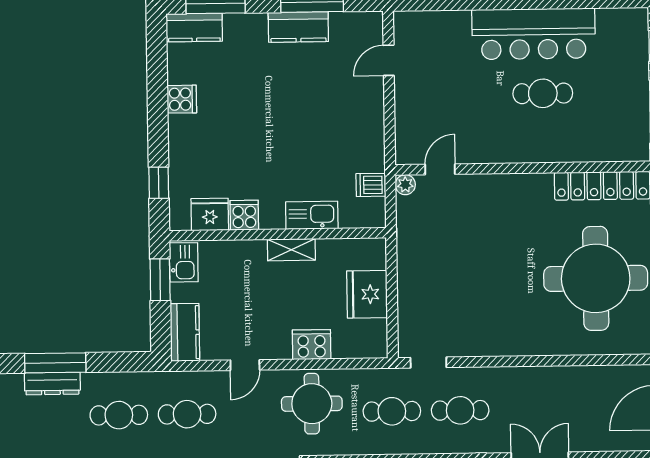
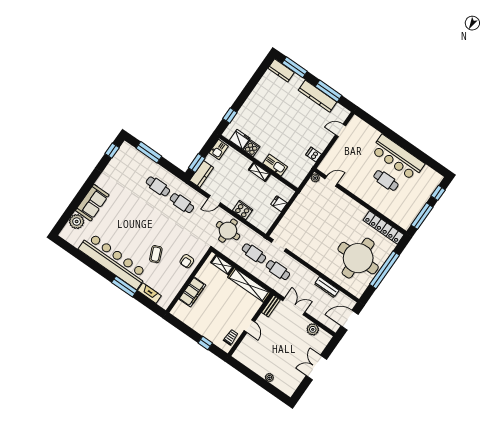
kitchen counter: (298, 27) -> (317, 96), width x1.50
cooker: (182, 99) -> (259, 92), removed
dishwasher: (371, 185) -> (314, 154), moved
window: (160, 280) -> (197, 163), moved
fridge: (367, 294) -> (279, 204), width x0.53, depth x0.75
dresser: (52, 384) -> (327, 287), moved

